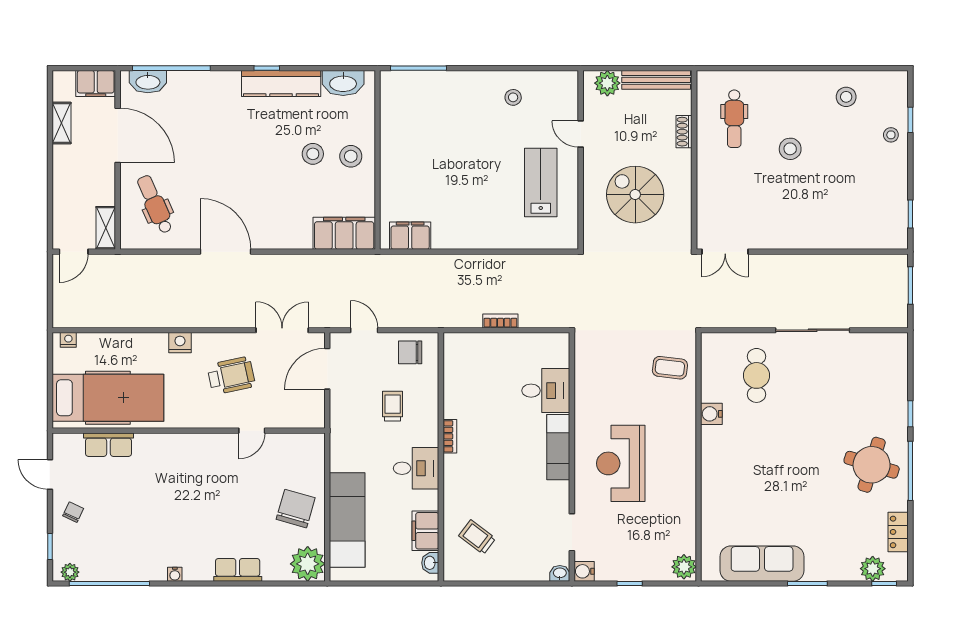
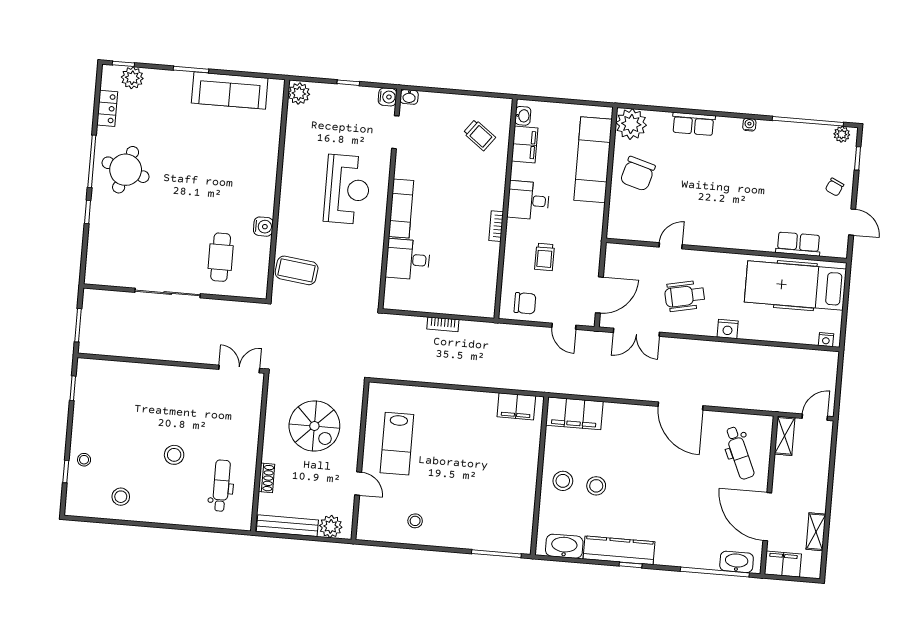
coffee table: (670, 368) -> (297, 270), width x1.36, depth x1.30

